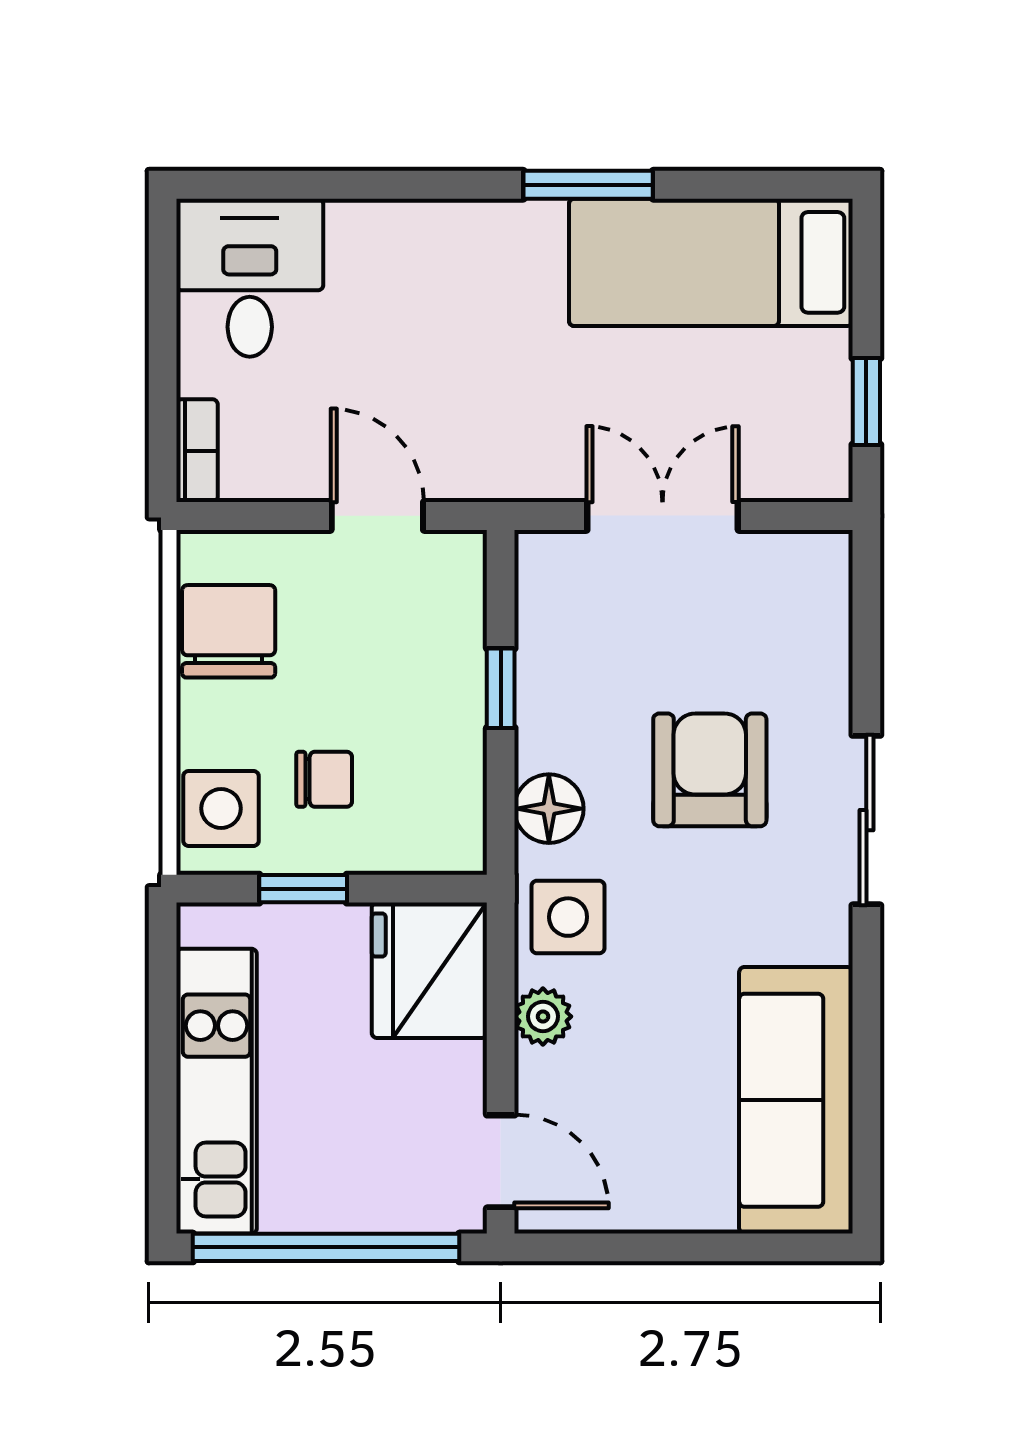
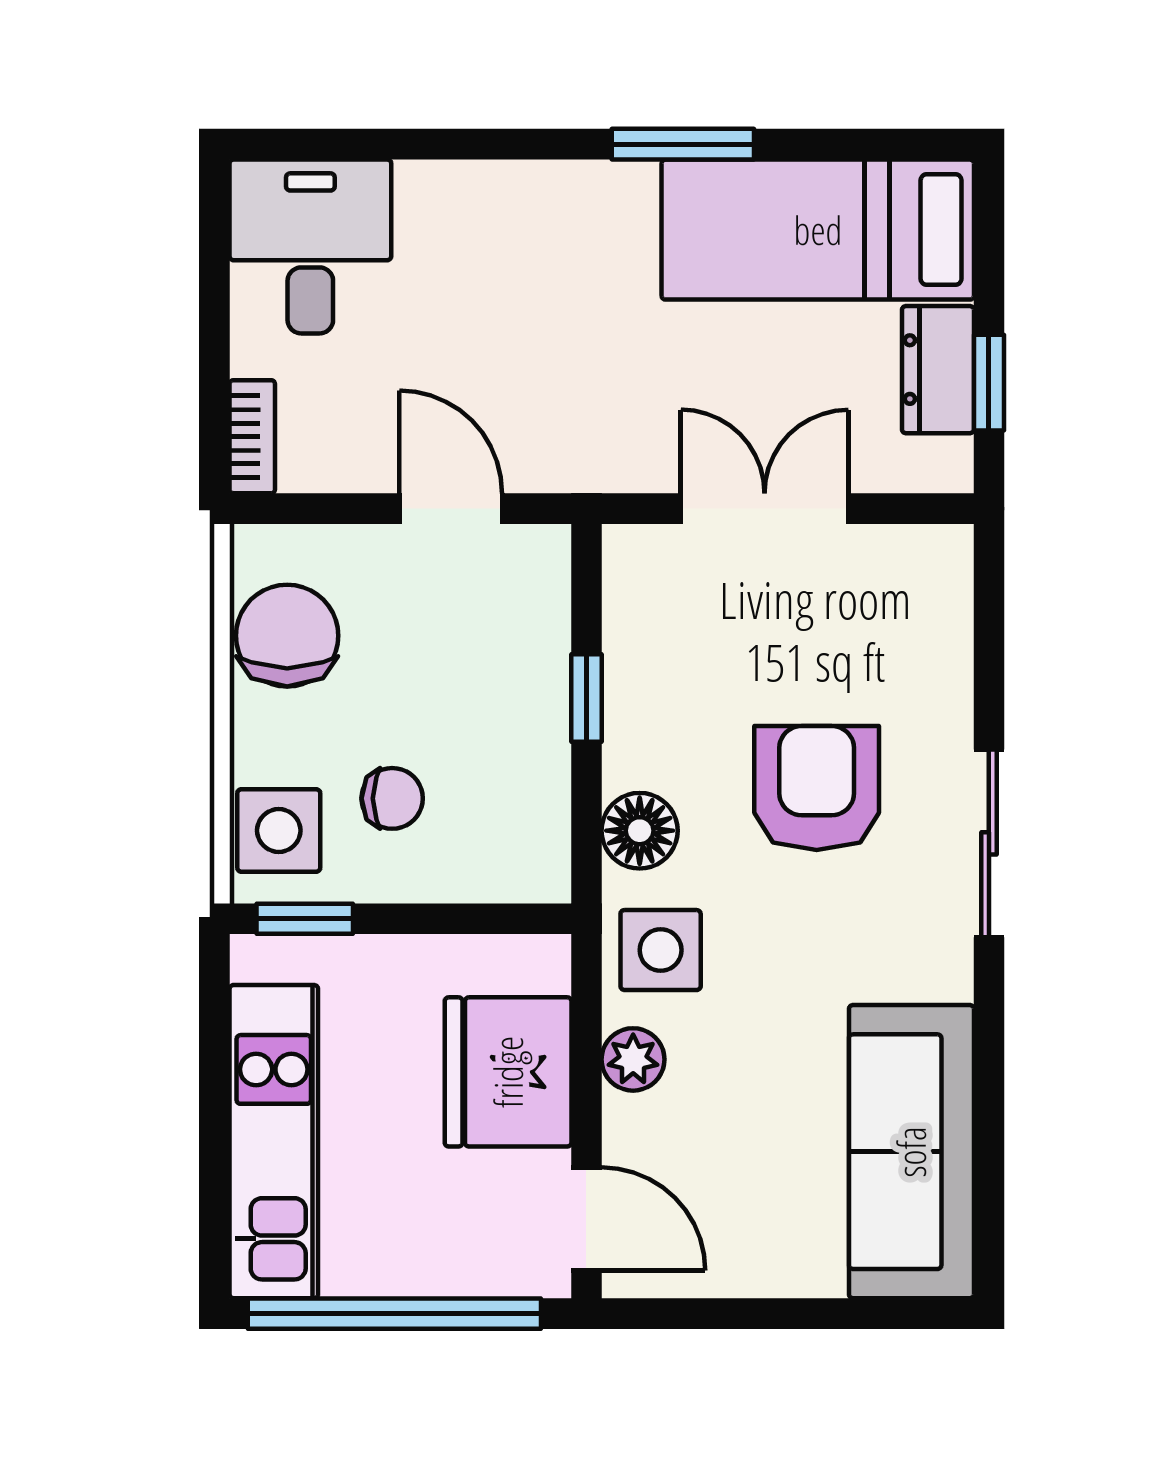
dresser: (820, 390) -> (938, 370), added
window: (303, 889) -> (305, 919), moved
fridge: (429, 970) -> (508, 1072), moved

